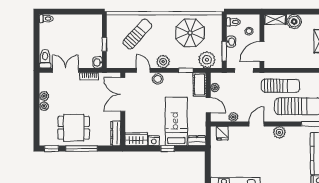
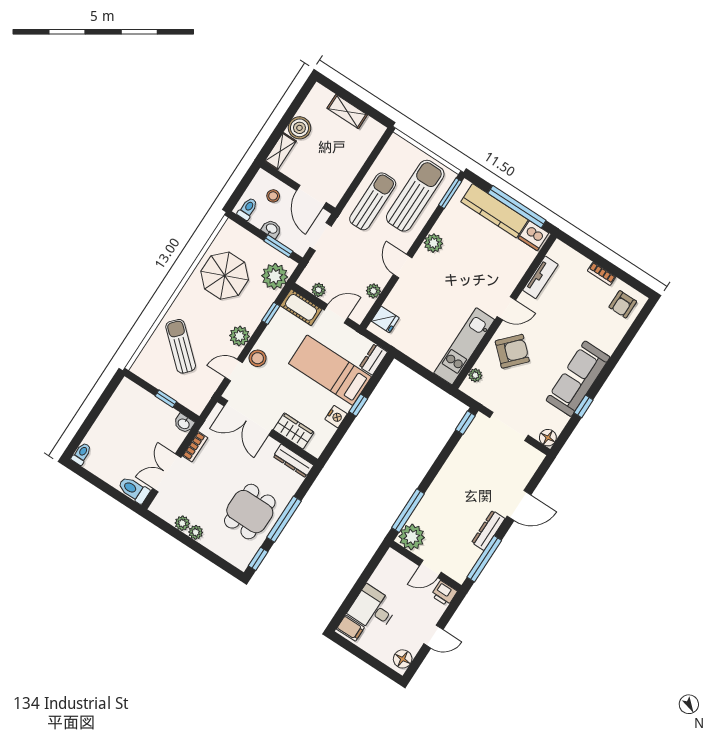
wardrobe: (136, 139) -> (294, 431), moved, turned 90

